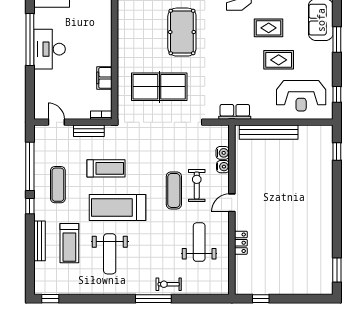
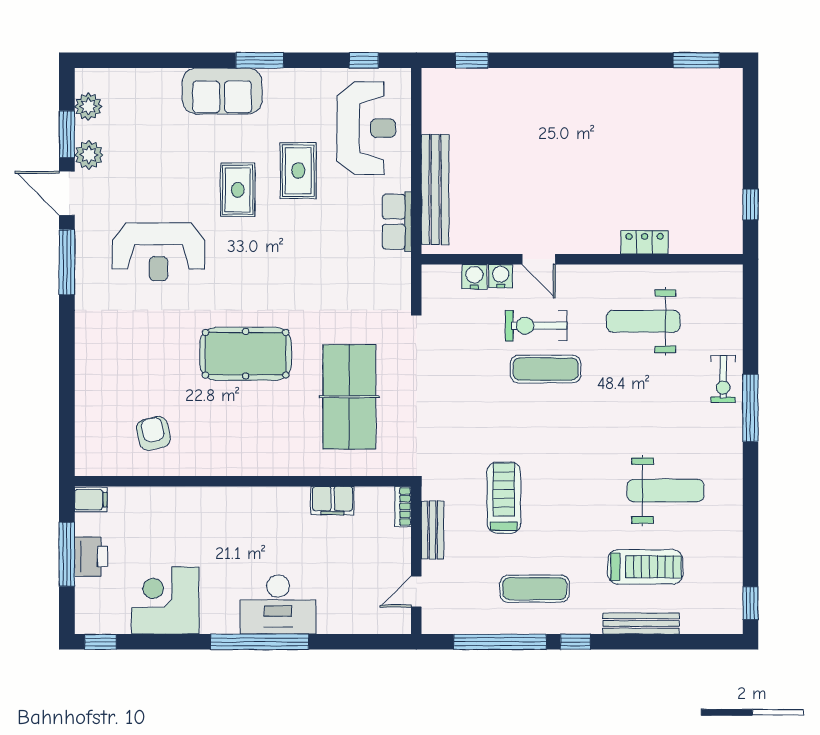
row of seats: (235, 112) -> (397, 222), moved
door: (232, 203) -> (539, 259), moved
treadmill: (117, 208) -> (578, 476), removed

